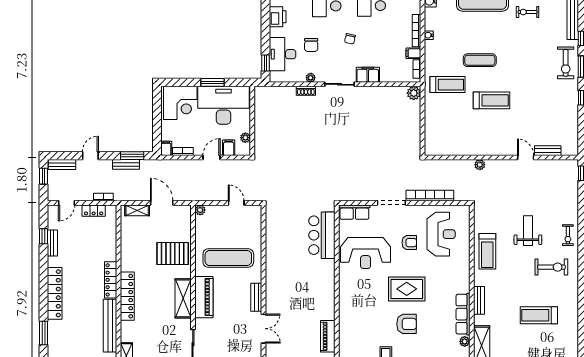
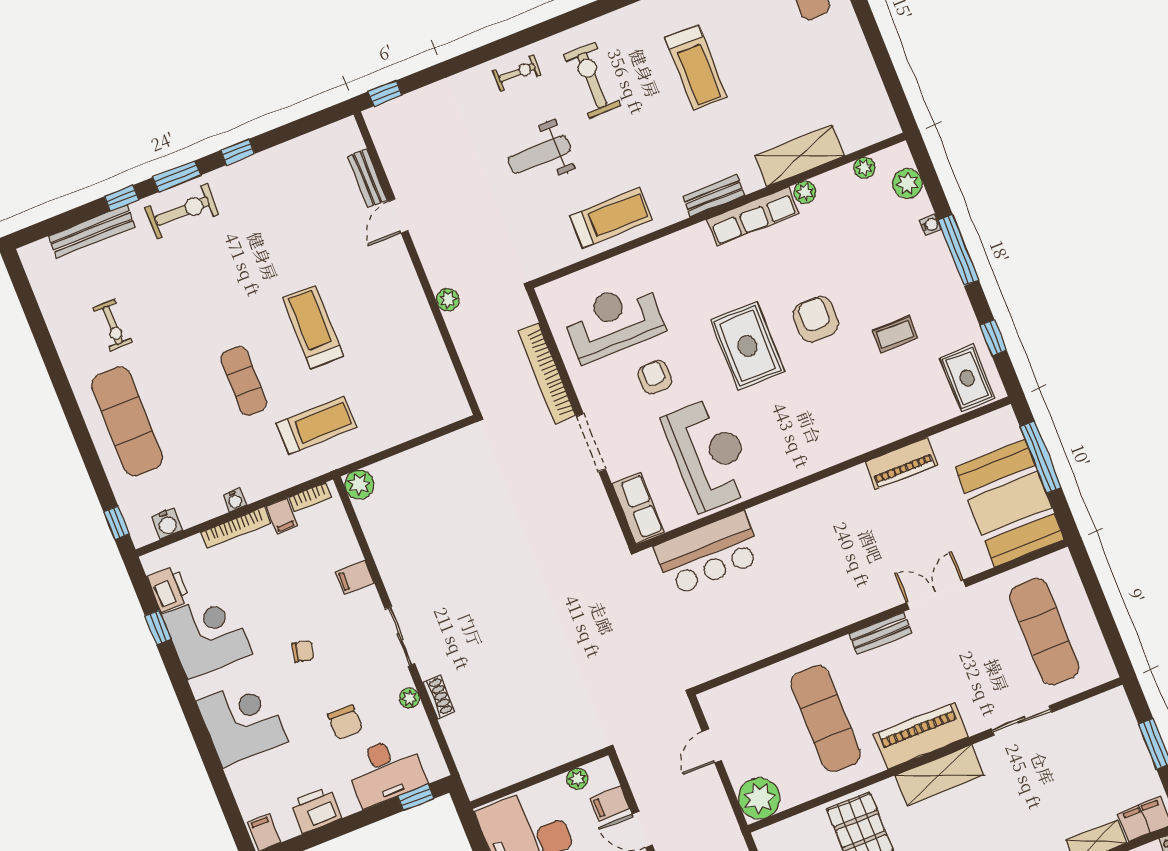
chair: (311, 45) -> (345, 722), turned 90
filing cabinet: (368, 75) -> (355, 577), width x0.50
treadmill: (447, 85) -> (316, 425), turned 90
plant: (200, 210) -> (759, 798), width x1.88, depth x1.88

